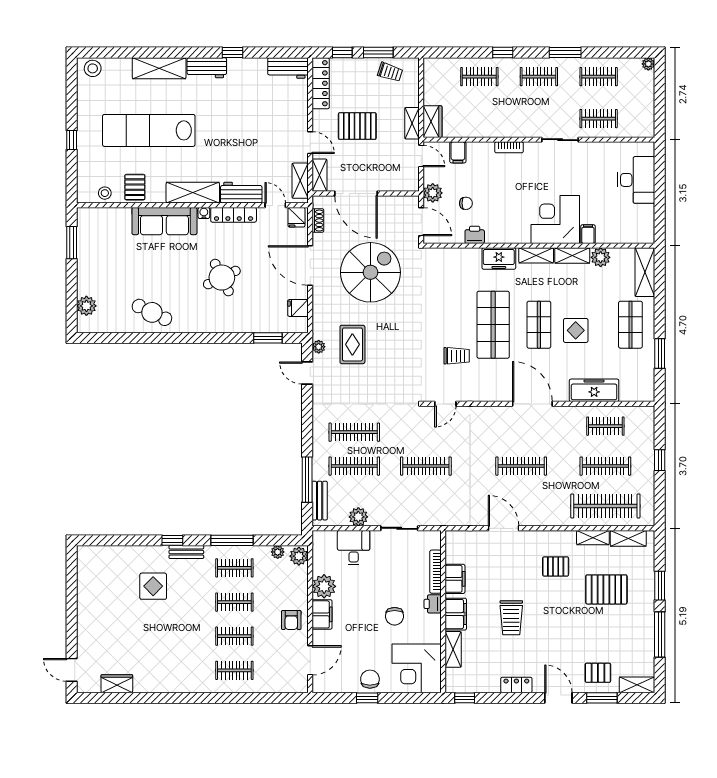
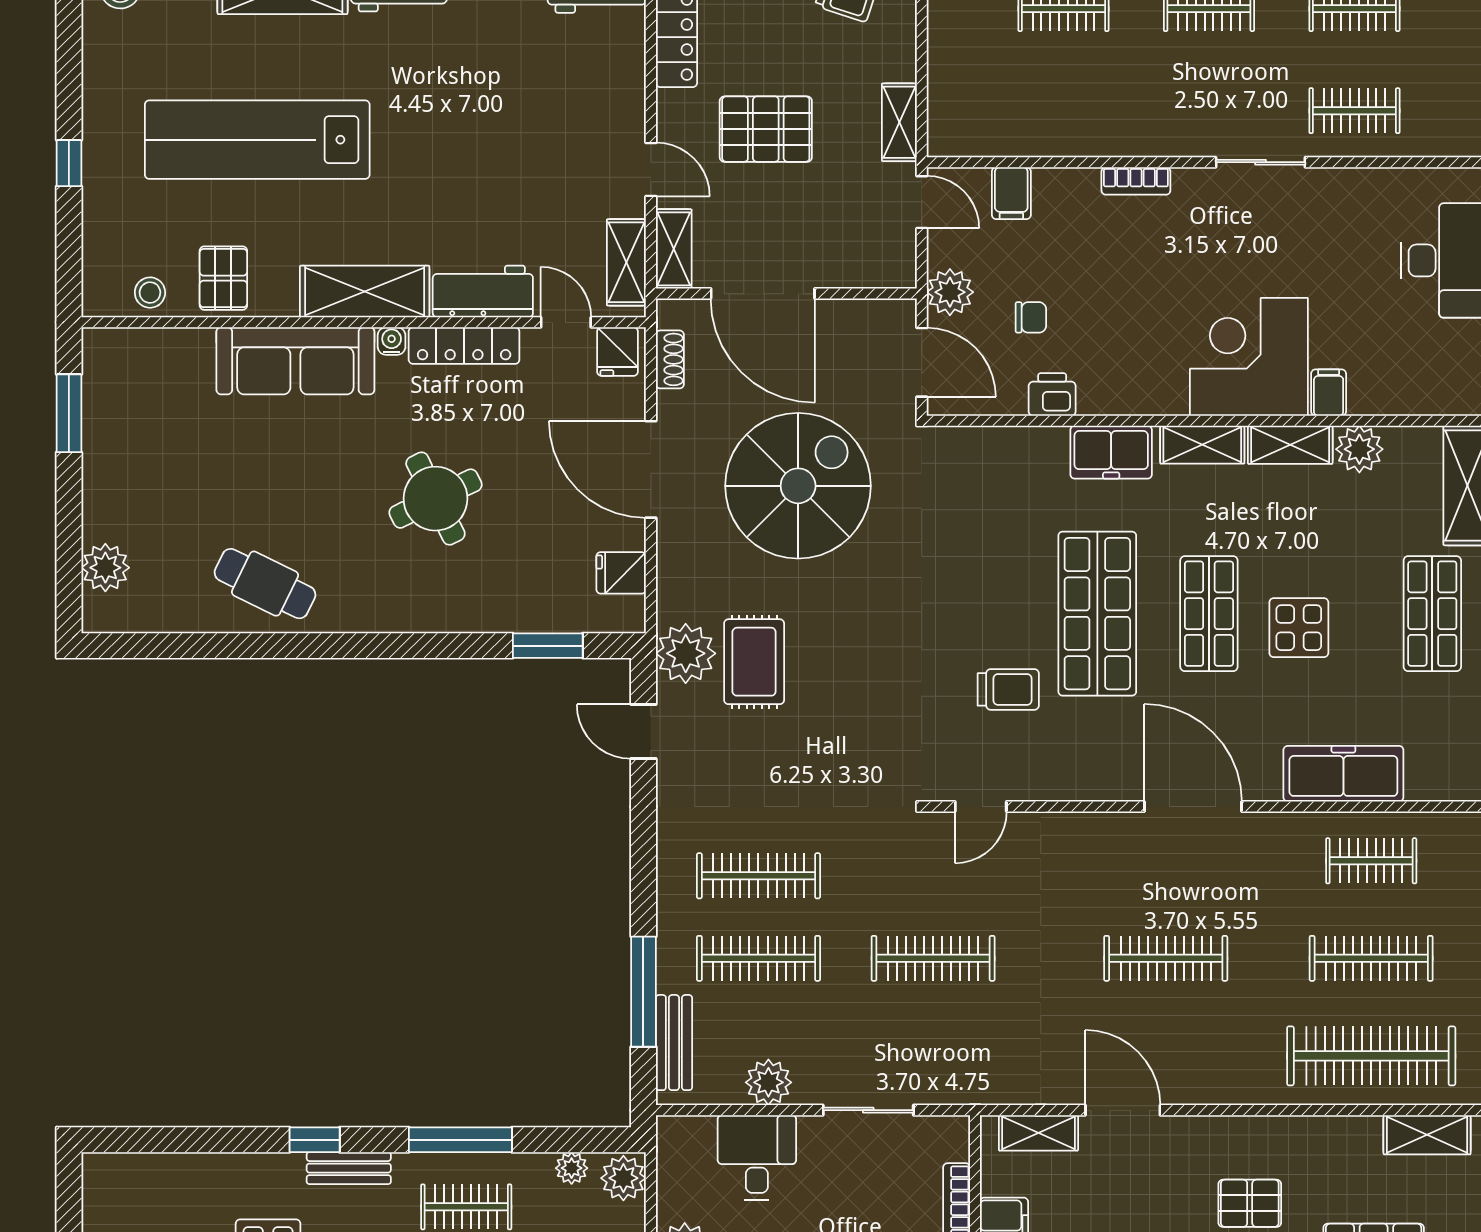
wardrobe: (432, 122) -> (949, 118), removed
plant: (319, 347) -> (686, 653), width x1.88, depth x1.88
shelving: (593, 538) -> (1038, 1133), moved

